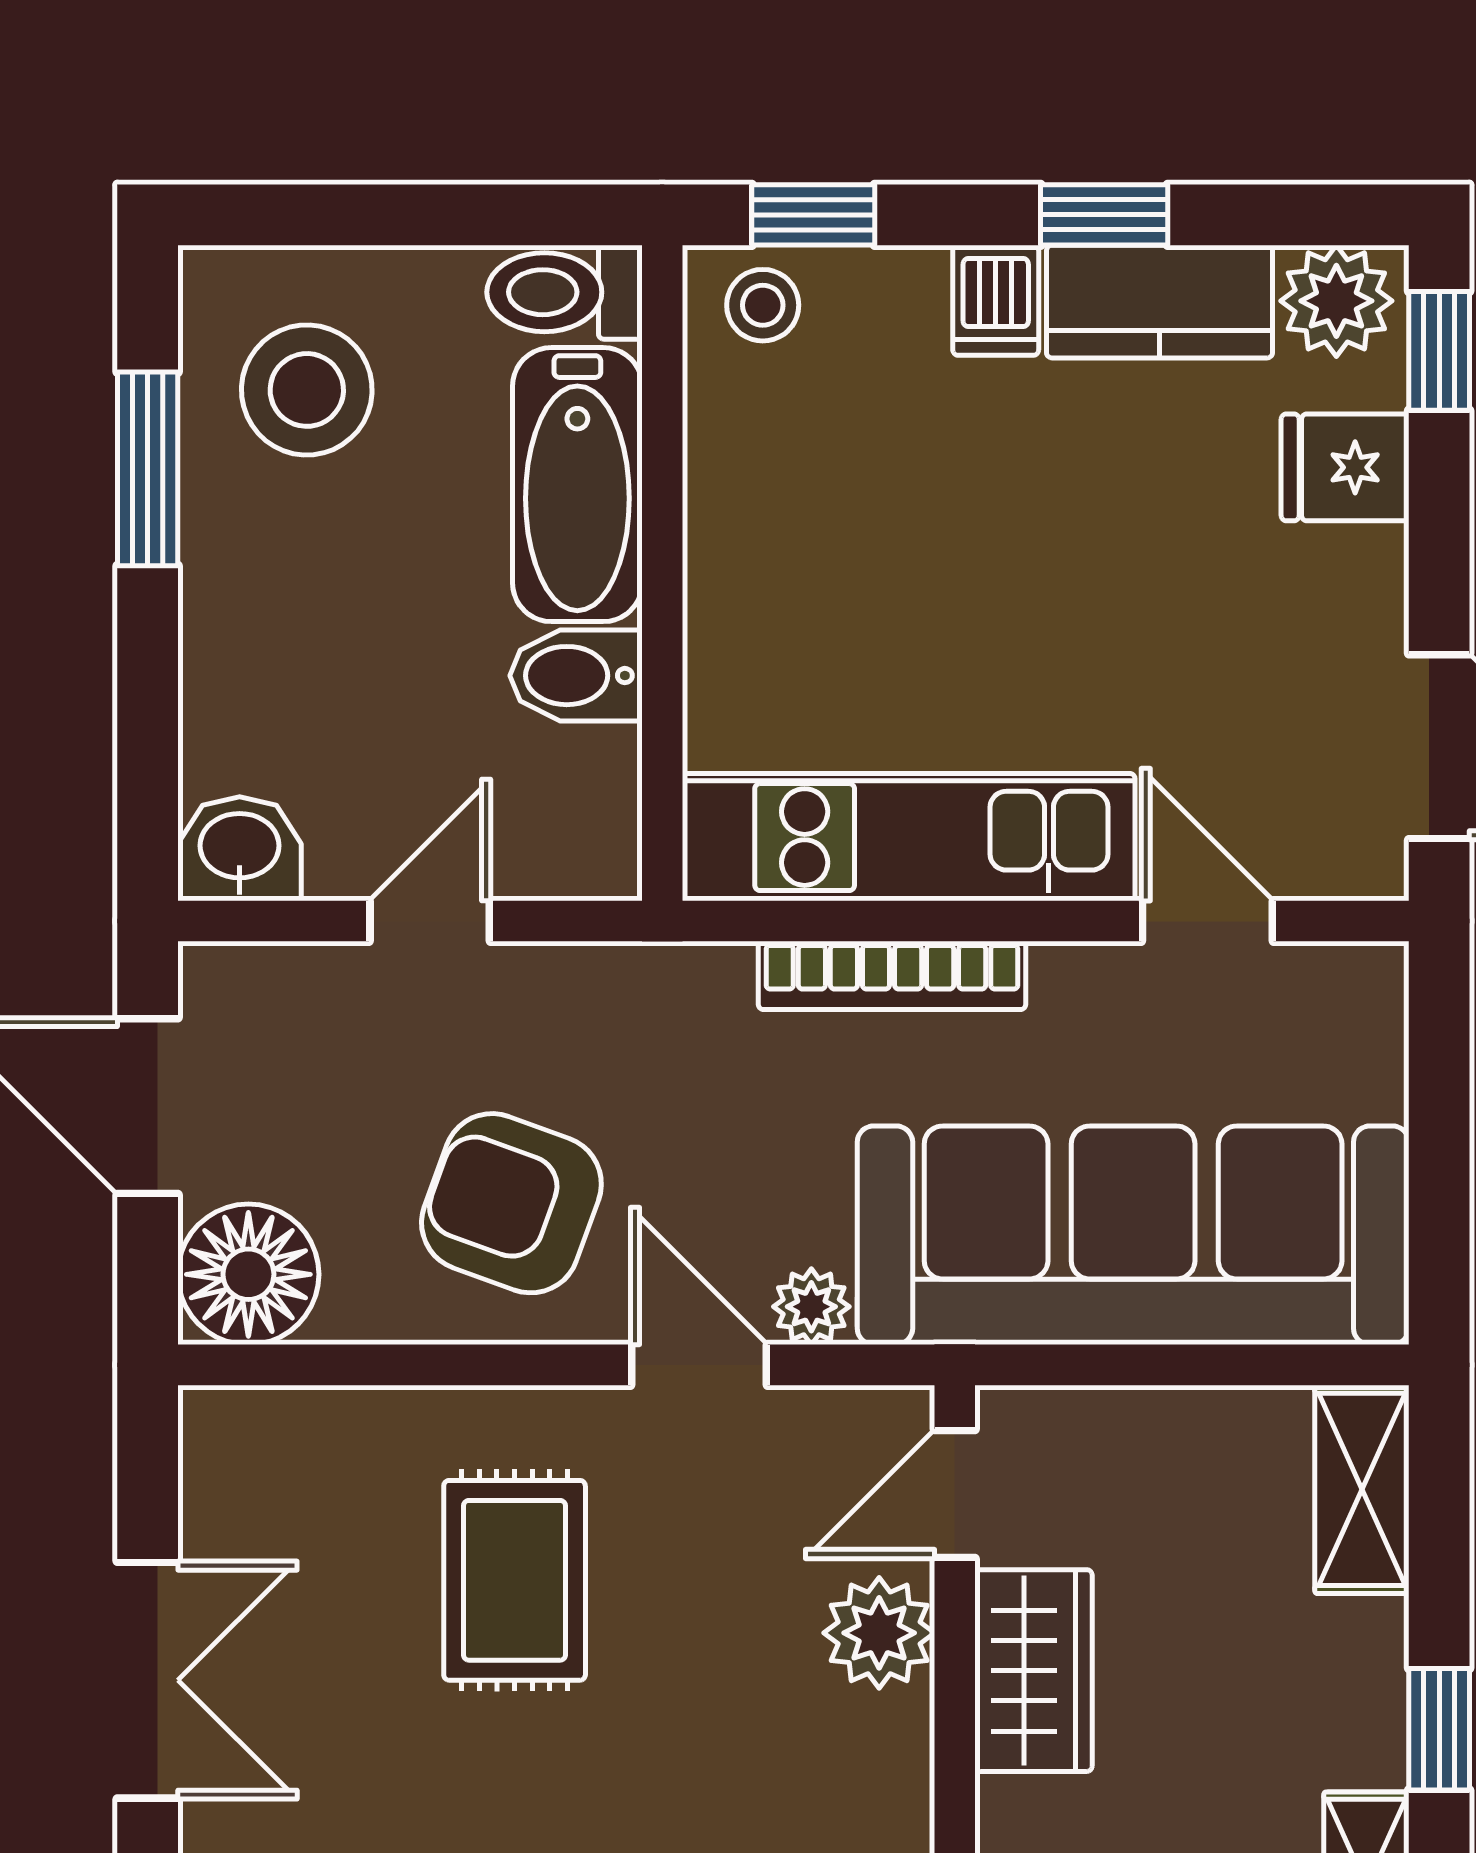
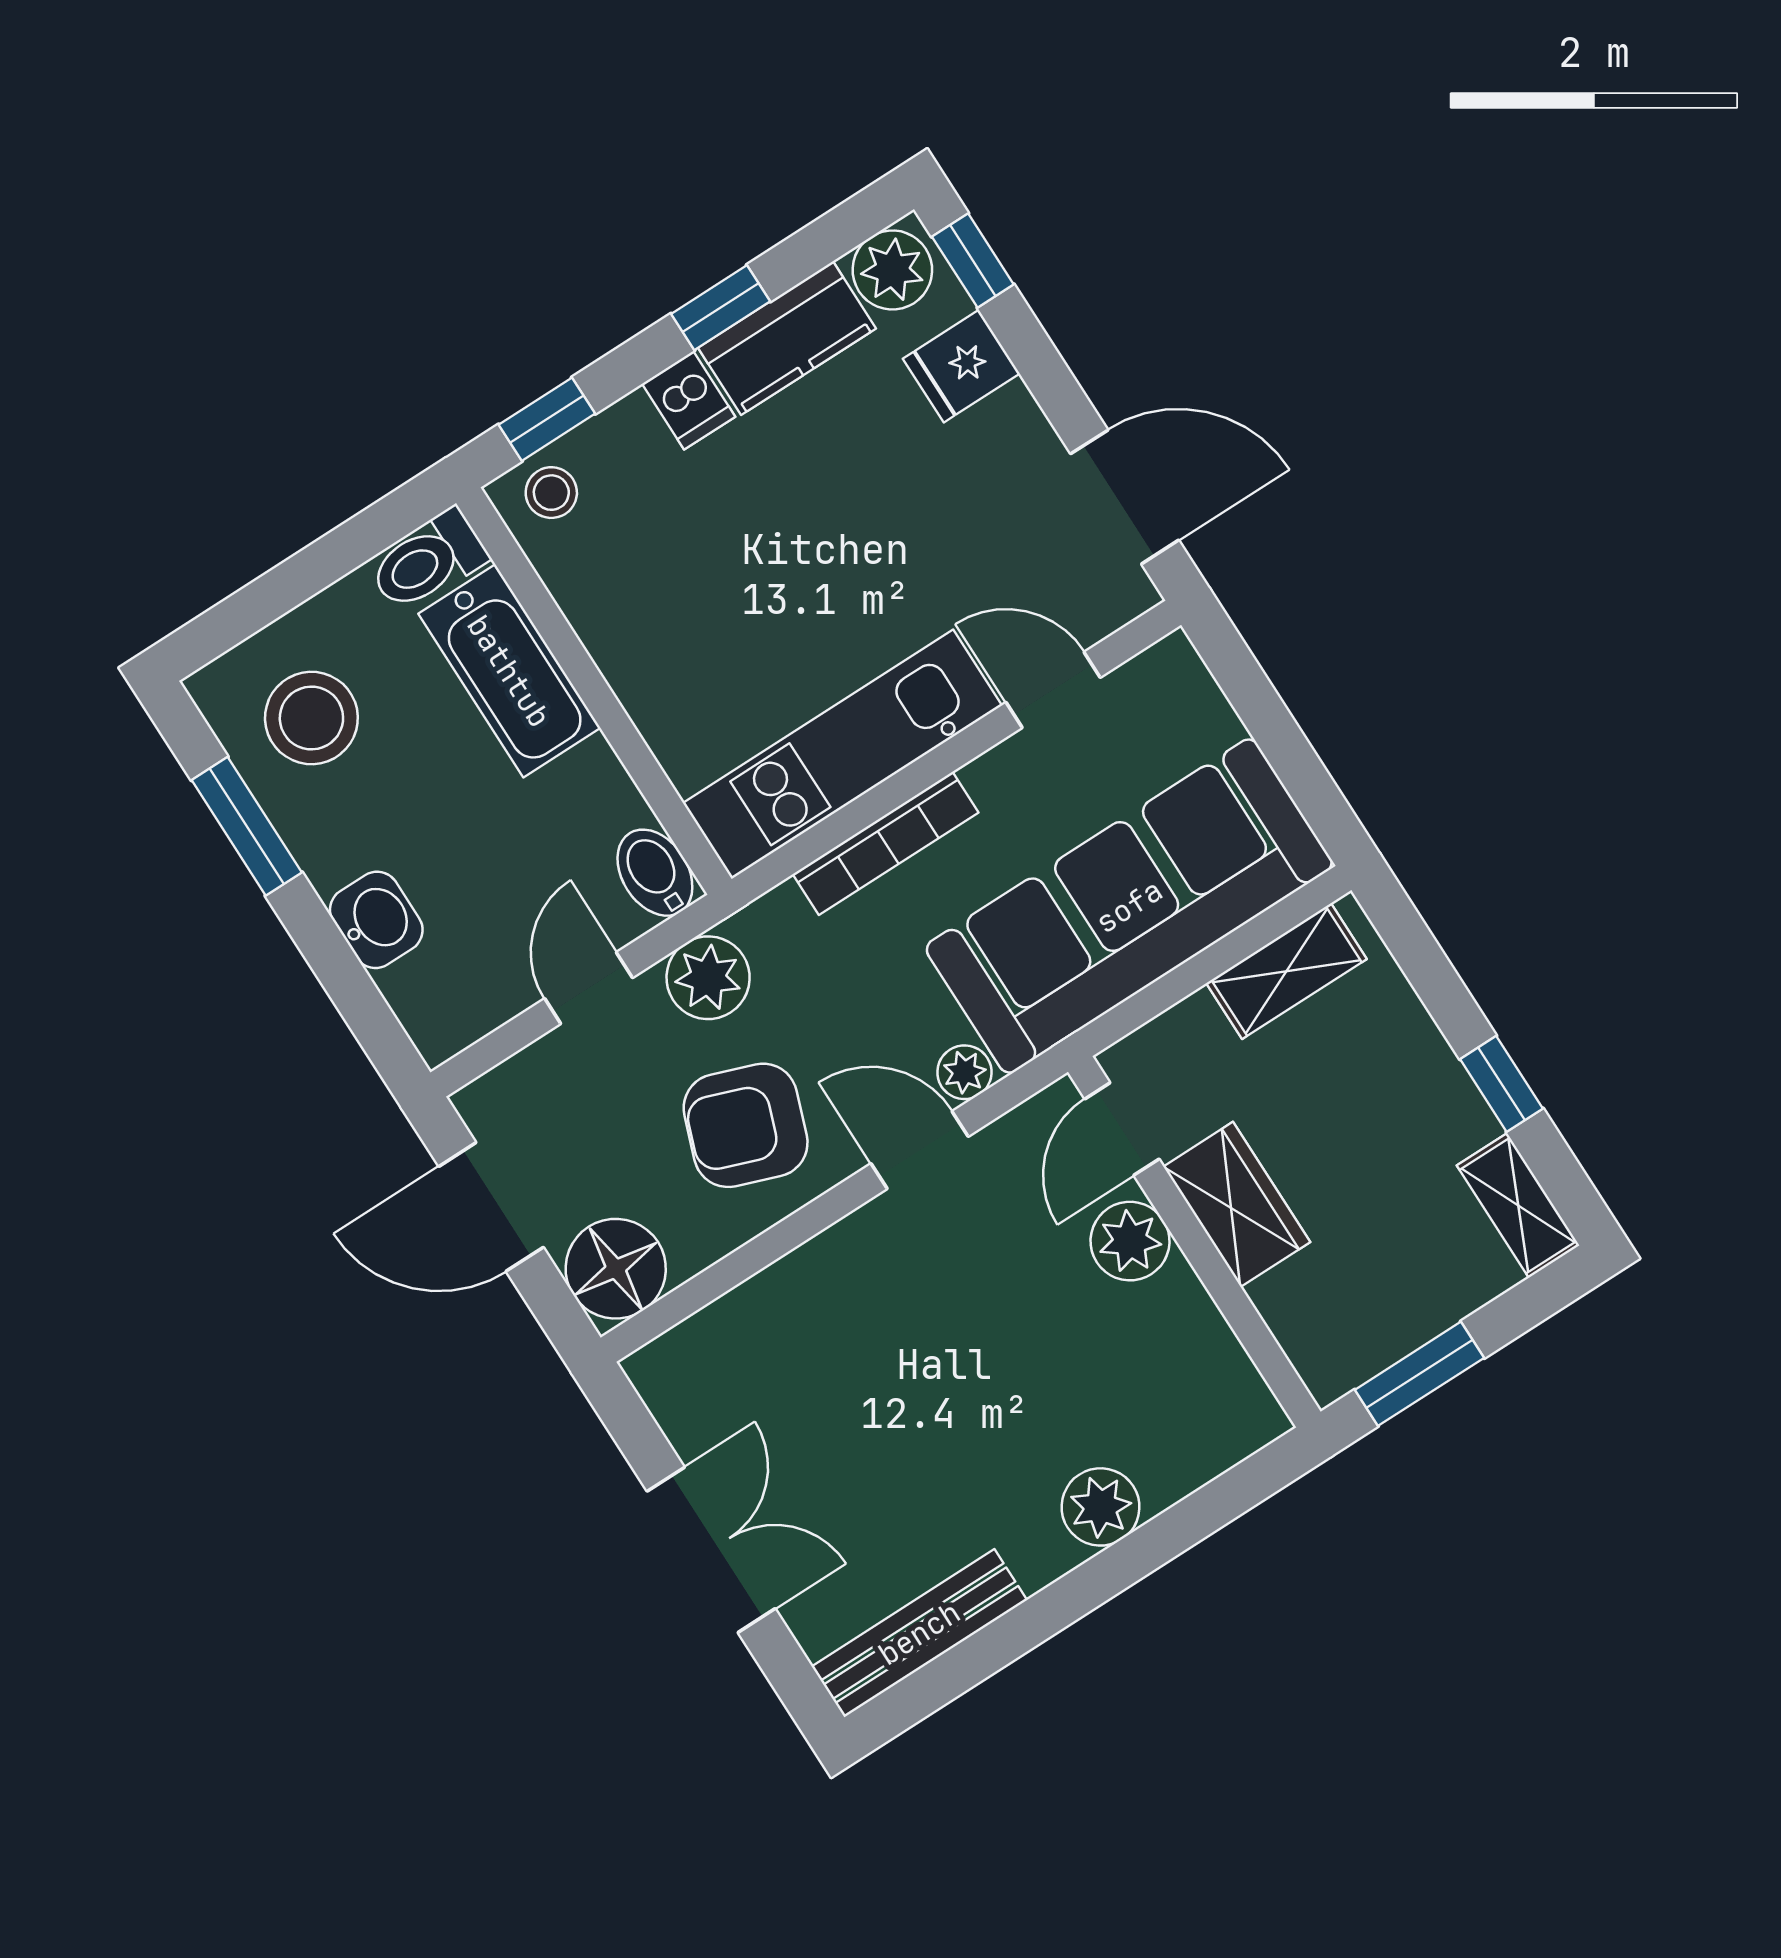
bidet: (576, 676) -> (655, 873), moved, turned 90
washbasin: (240, 849) -> (376, 920), moved, turned 90
plant: (579, 1000) -> (708, 978), added
shelving: (1362, 1489) -> (1287, 971), moved, turned 90
rug: (515, 1580) -> (892, 1349), removed

